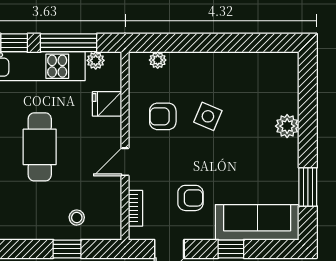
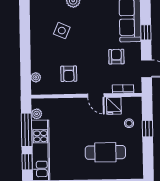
fridge: (107, 104) -> (114, 106), moved
side table: (208, 116) -> (62, 31), moved
cafe table: (40, 147) -> (105, 152), moved

